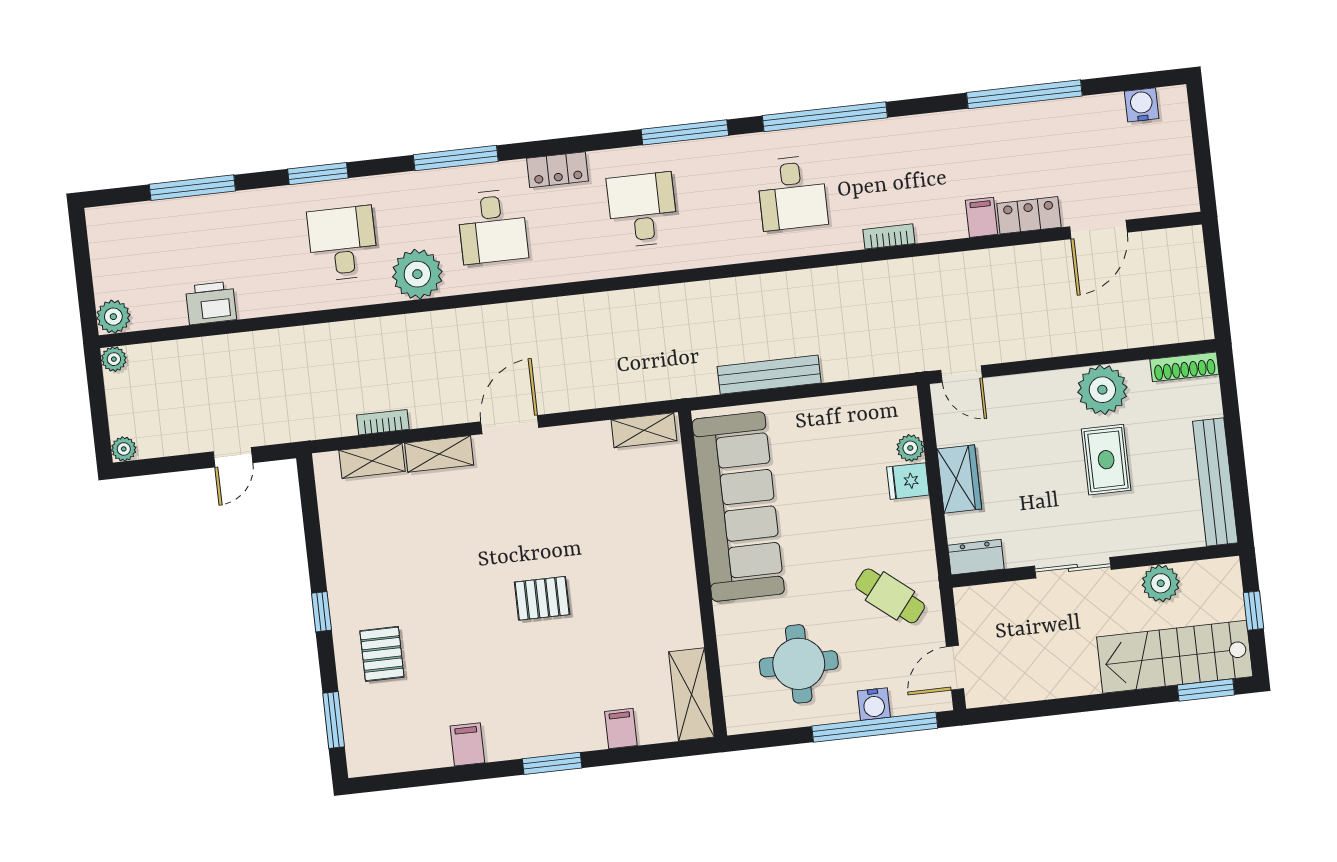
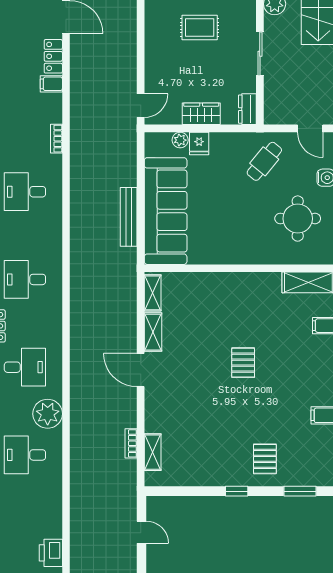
desk: (792, 193) -> (25, 192), turned 180
printer: (211, 303) -> (51, 553), moved
plant: (1102, 390) -> (159, 25), removed
shelving: (439, 454) -> (153, 332), moved
sofa: (738, 507) -> (166, 211), moved, turned 90
pallet: (382, 654) -> (265, 459), turned 90

